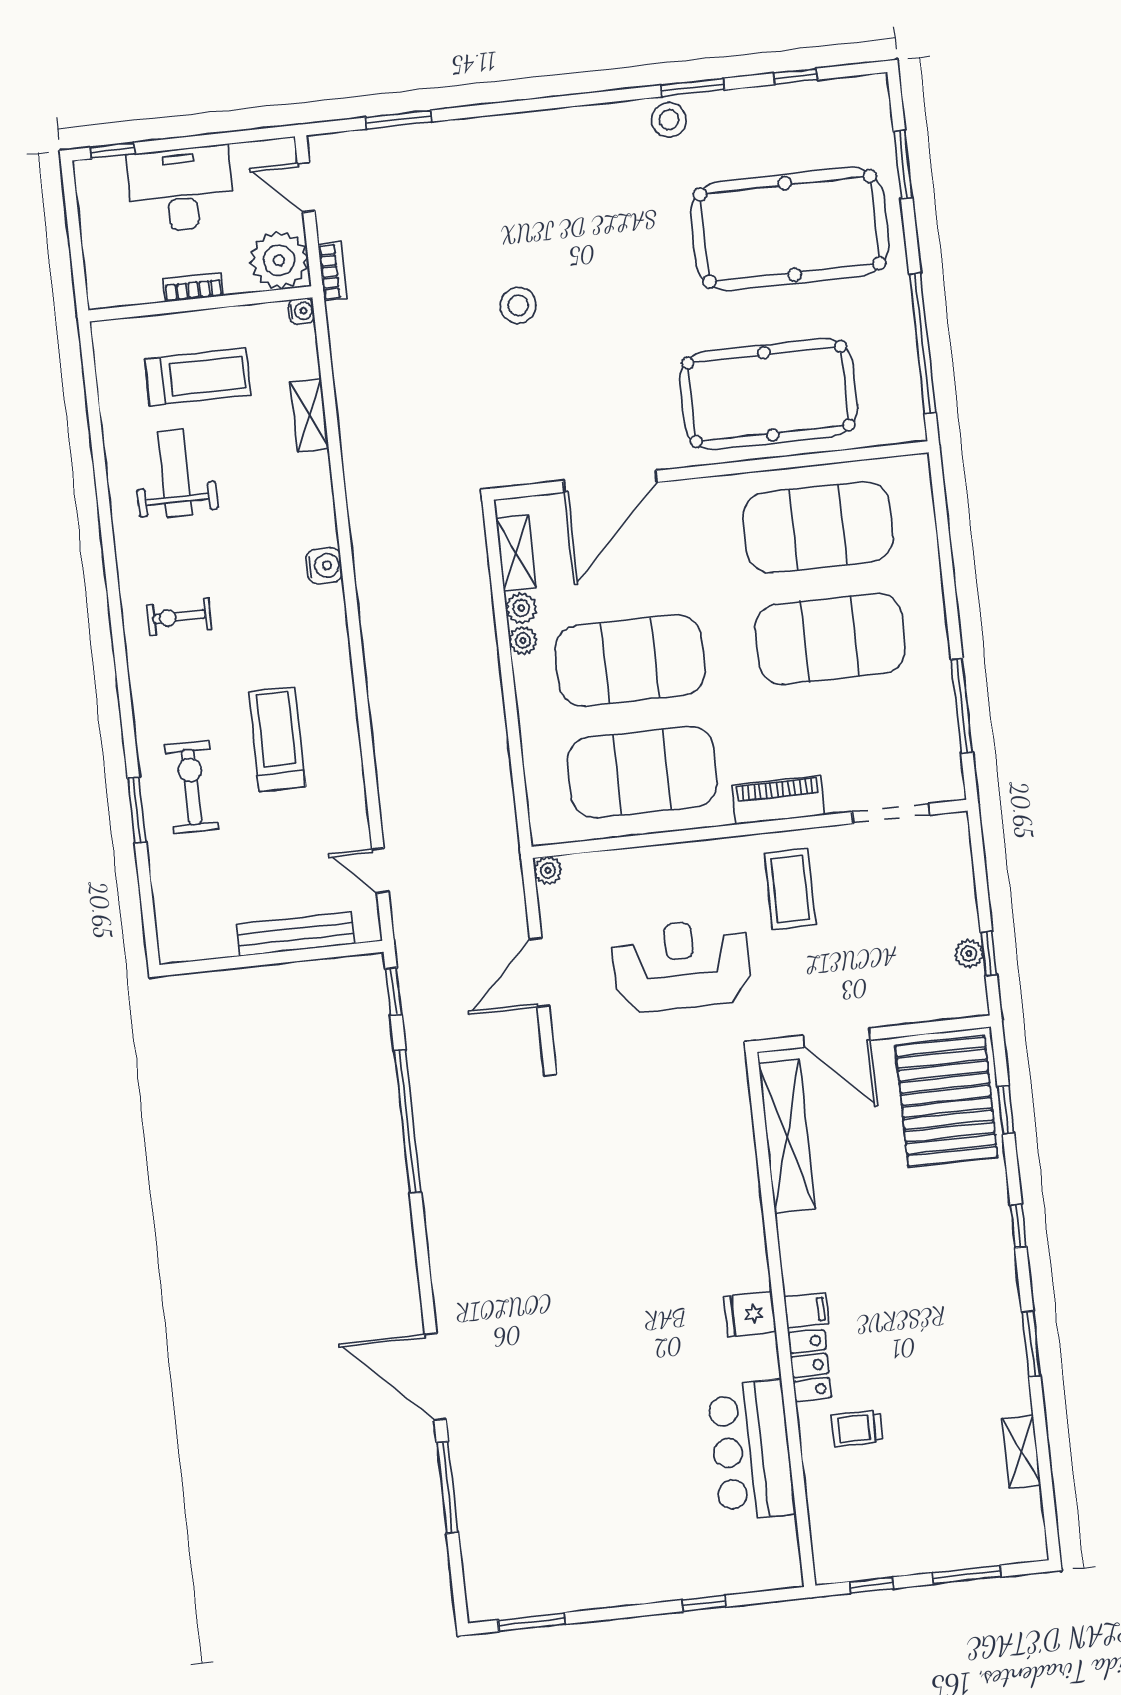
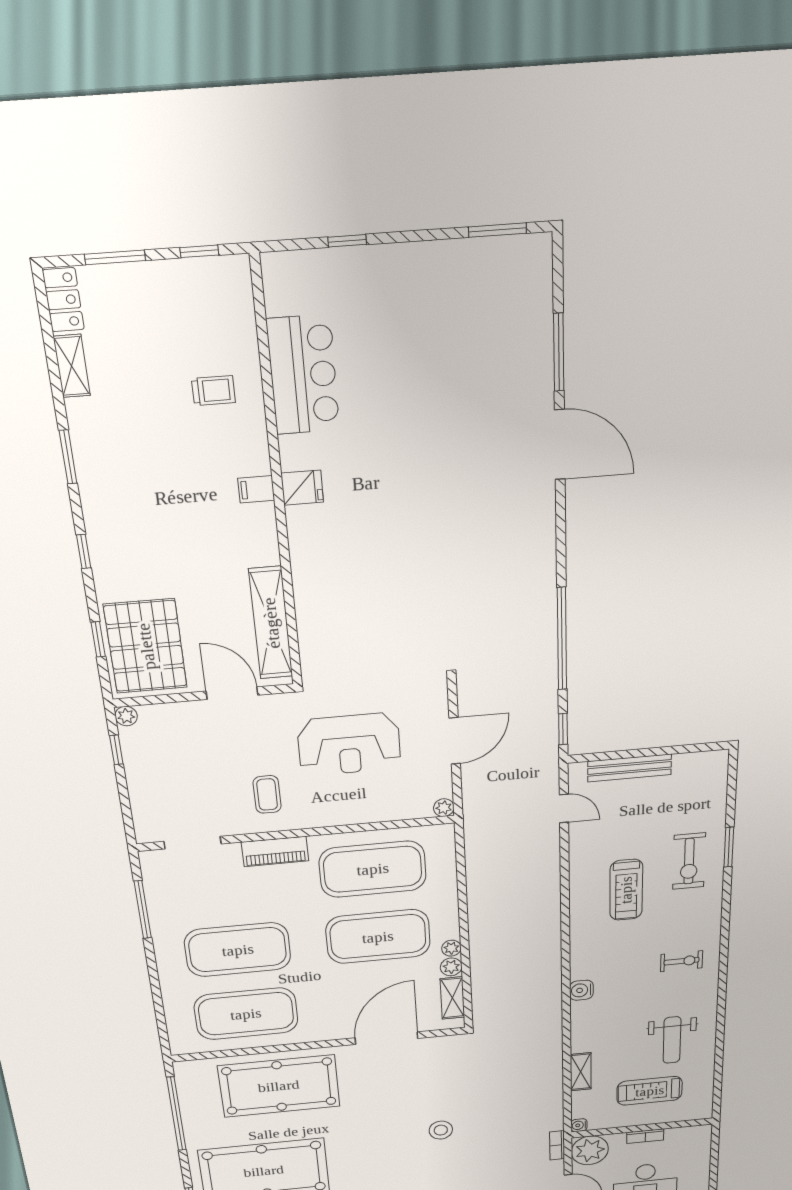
coffee table: (790, 889) -> (267, 794), width x0.73, depth x0.77
plant: (969, 953) -> (126, 716), moved
locker: (810, 1365) -> (63, 300), moved, turned 180

